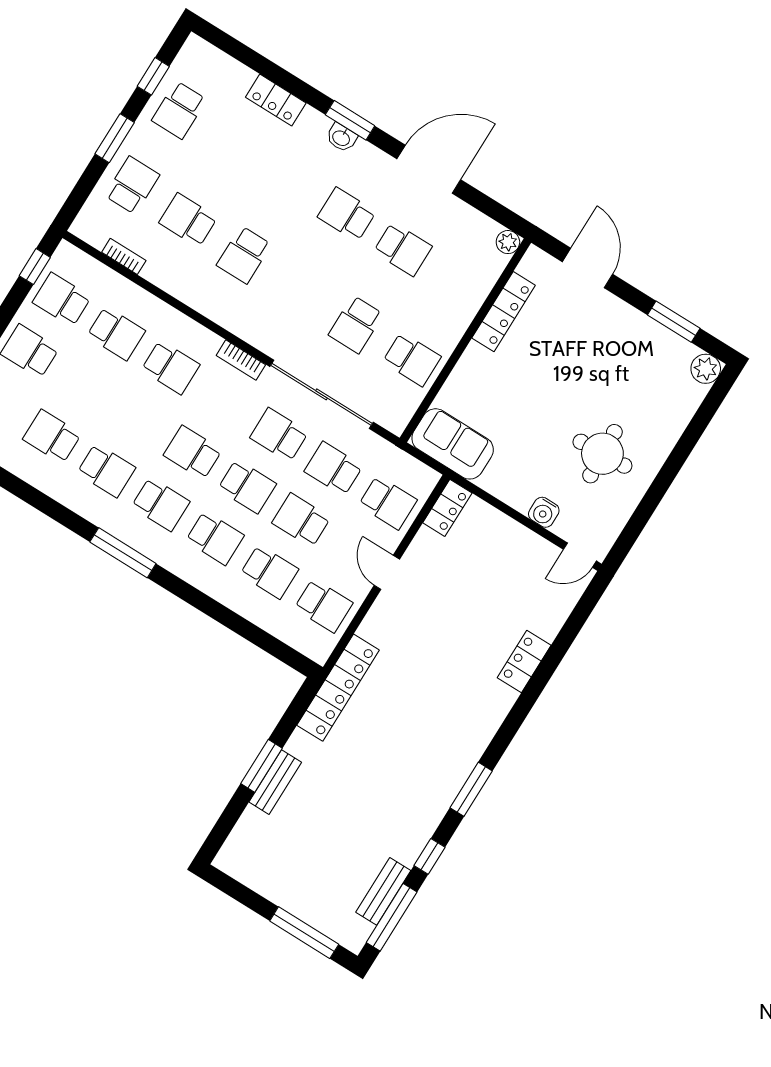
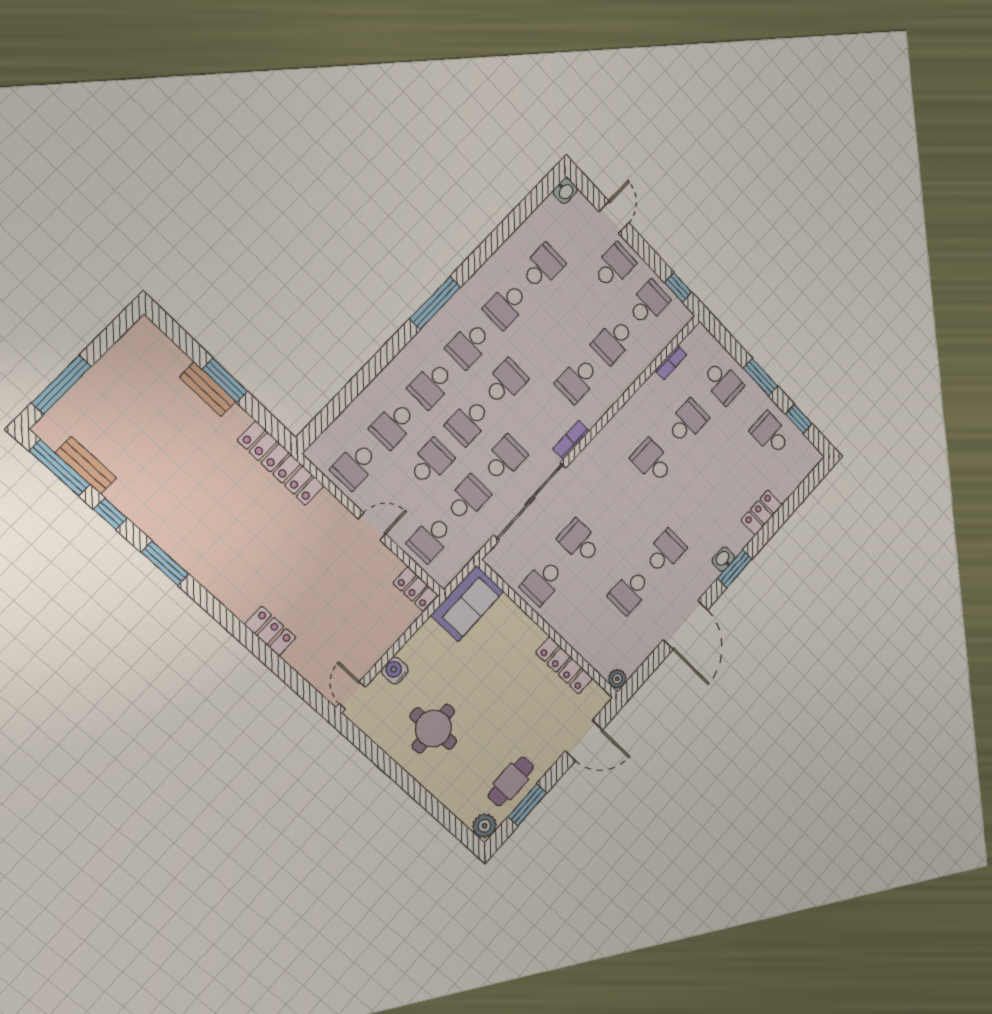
cafe table: (649, 348) -> (511, 781), added

